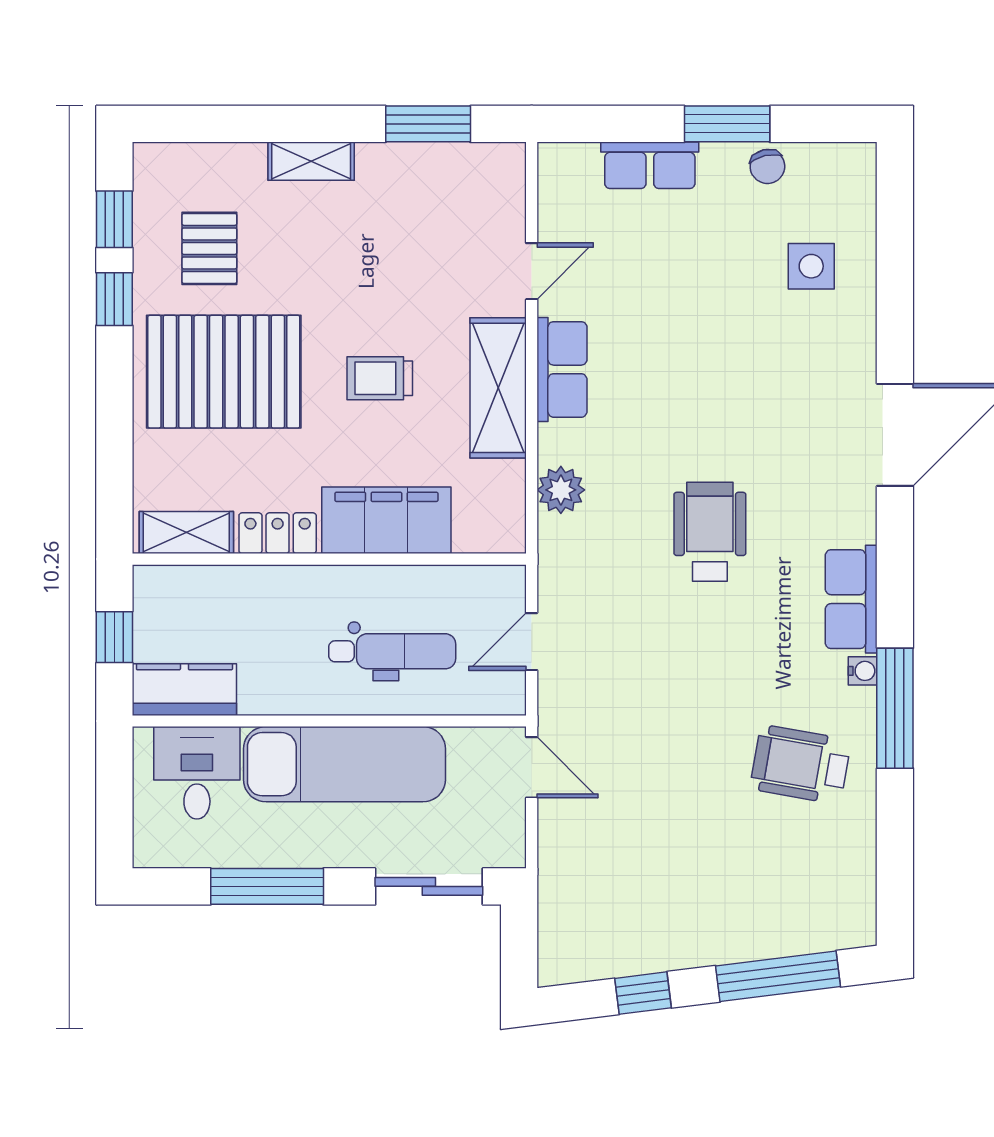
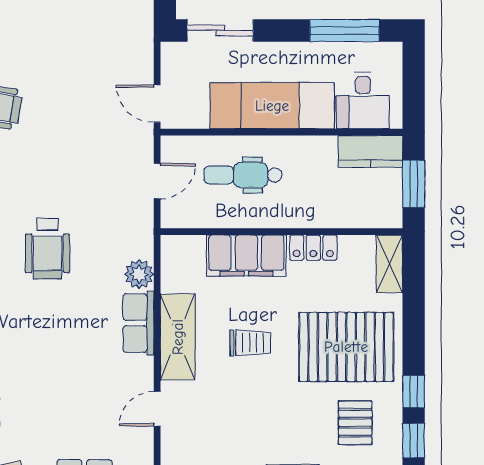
row of seats: (562, 369) -> (138, 323), moved
shelving: (186, 533) -> (390, 264), moved, turned 90
window: (114, 637) -> (414, 184), width x1.50
window: (267, 886) -> (345, 30), moved

